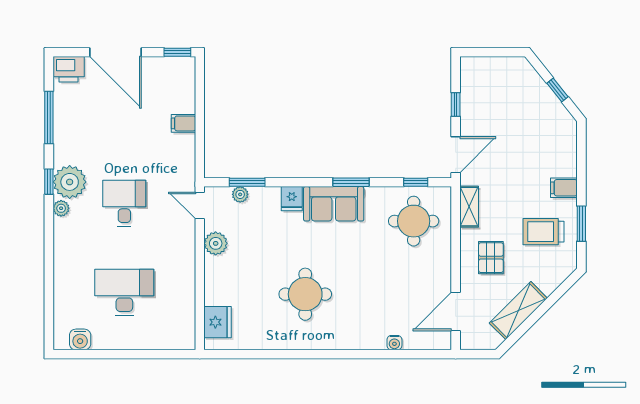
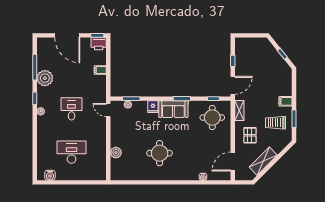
printer: (69, 69) -> (99, 44), moved
plant: (70, 182) -> (45, 78), moved
plant: (216, 243) -> (116, 153), moved
fridge: (218, 322) -> (117, 167), removed

